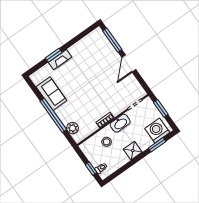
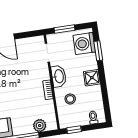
window: (91, 169) -> (74, 130), moved

